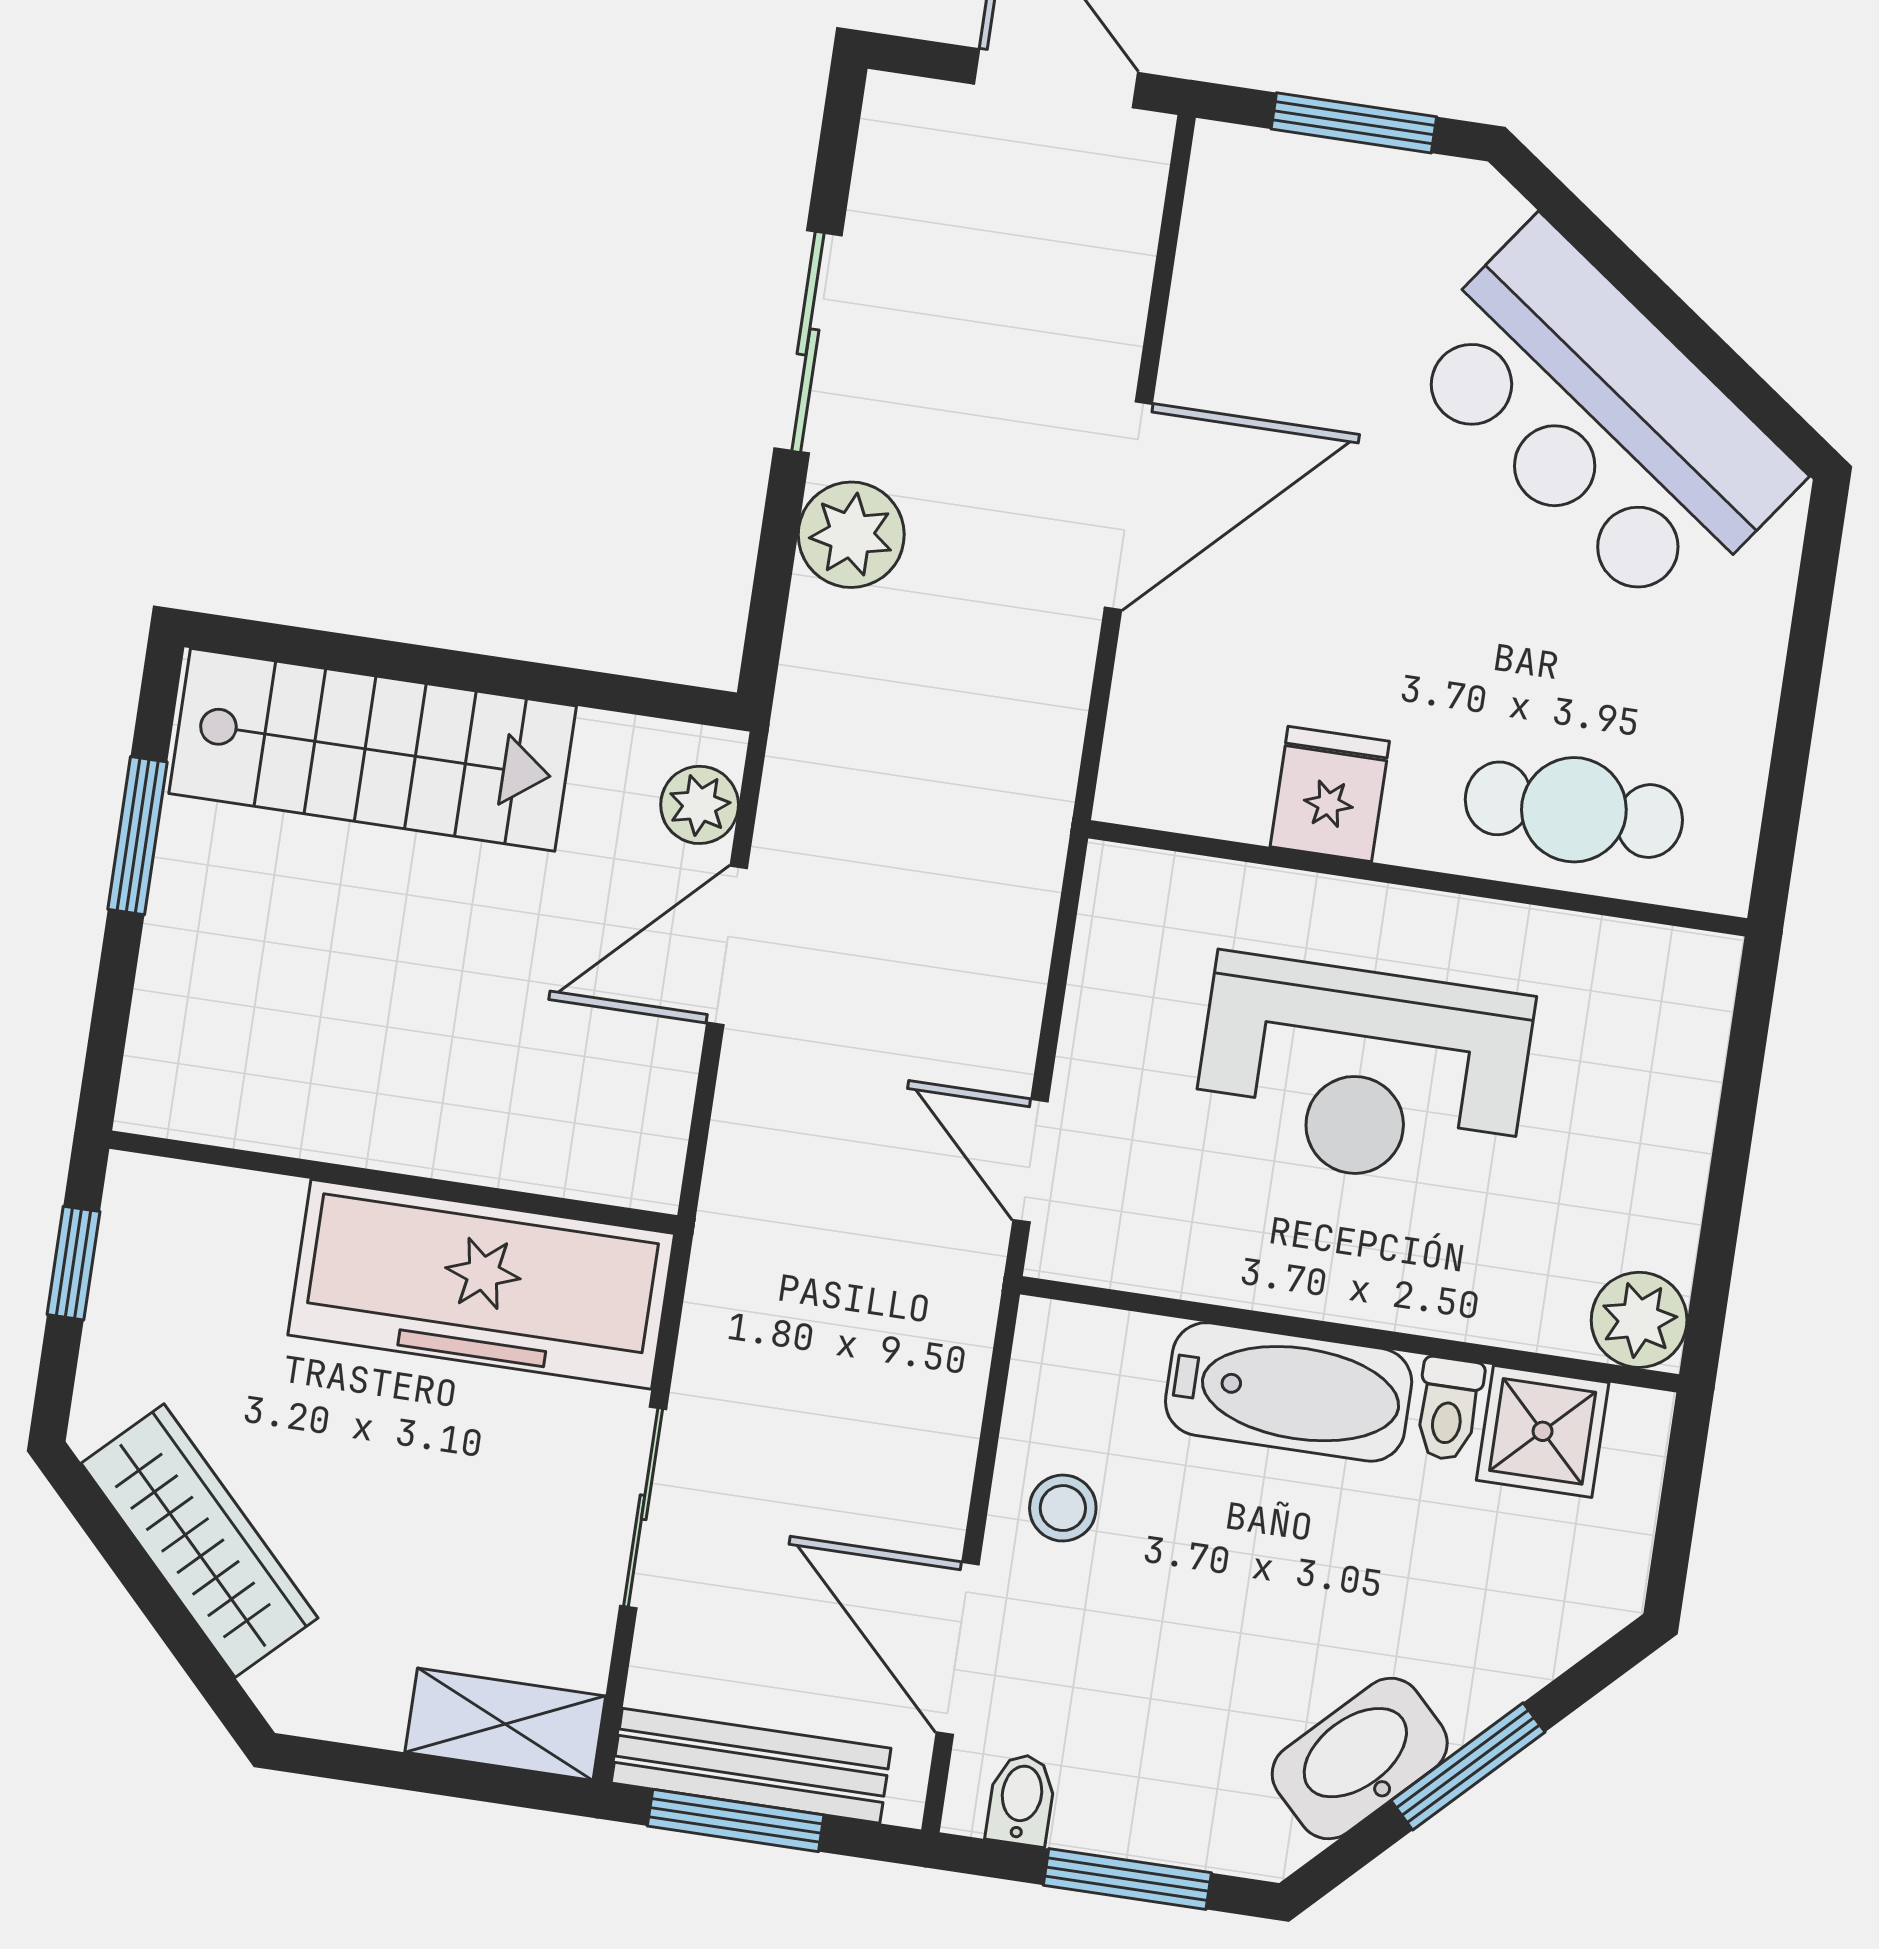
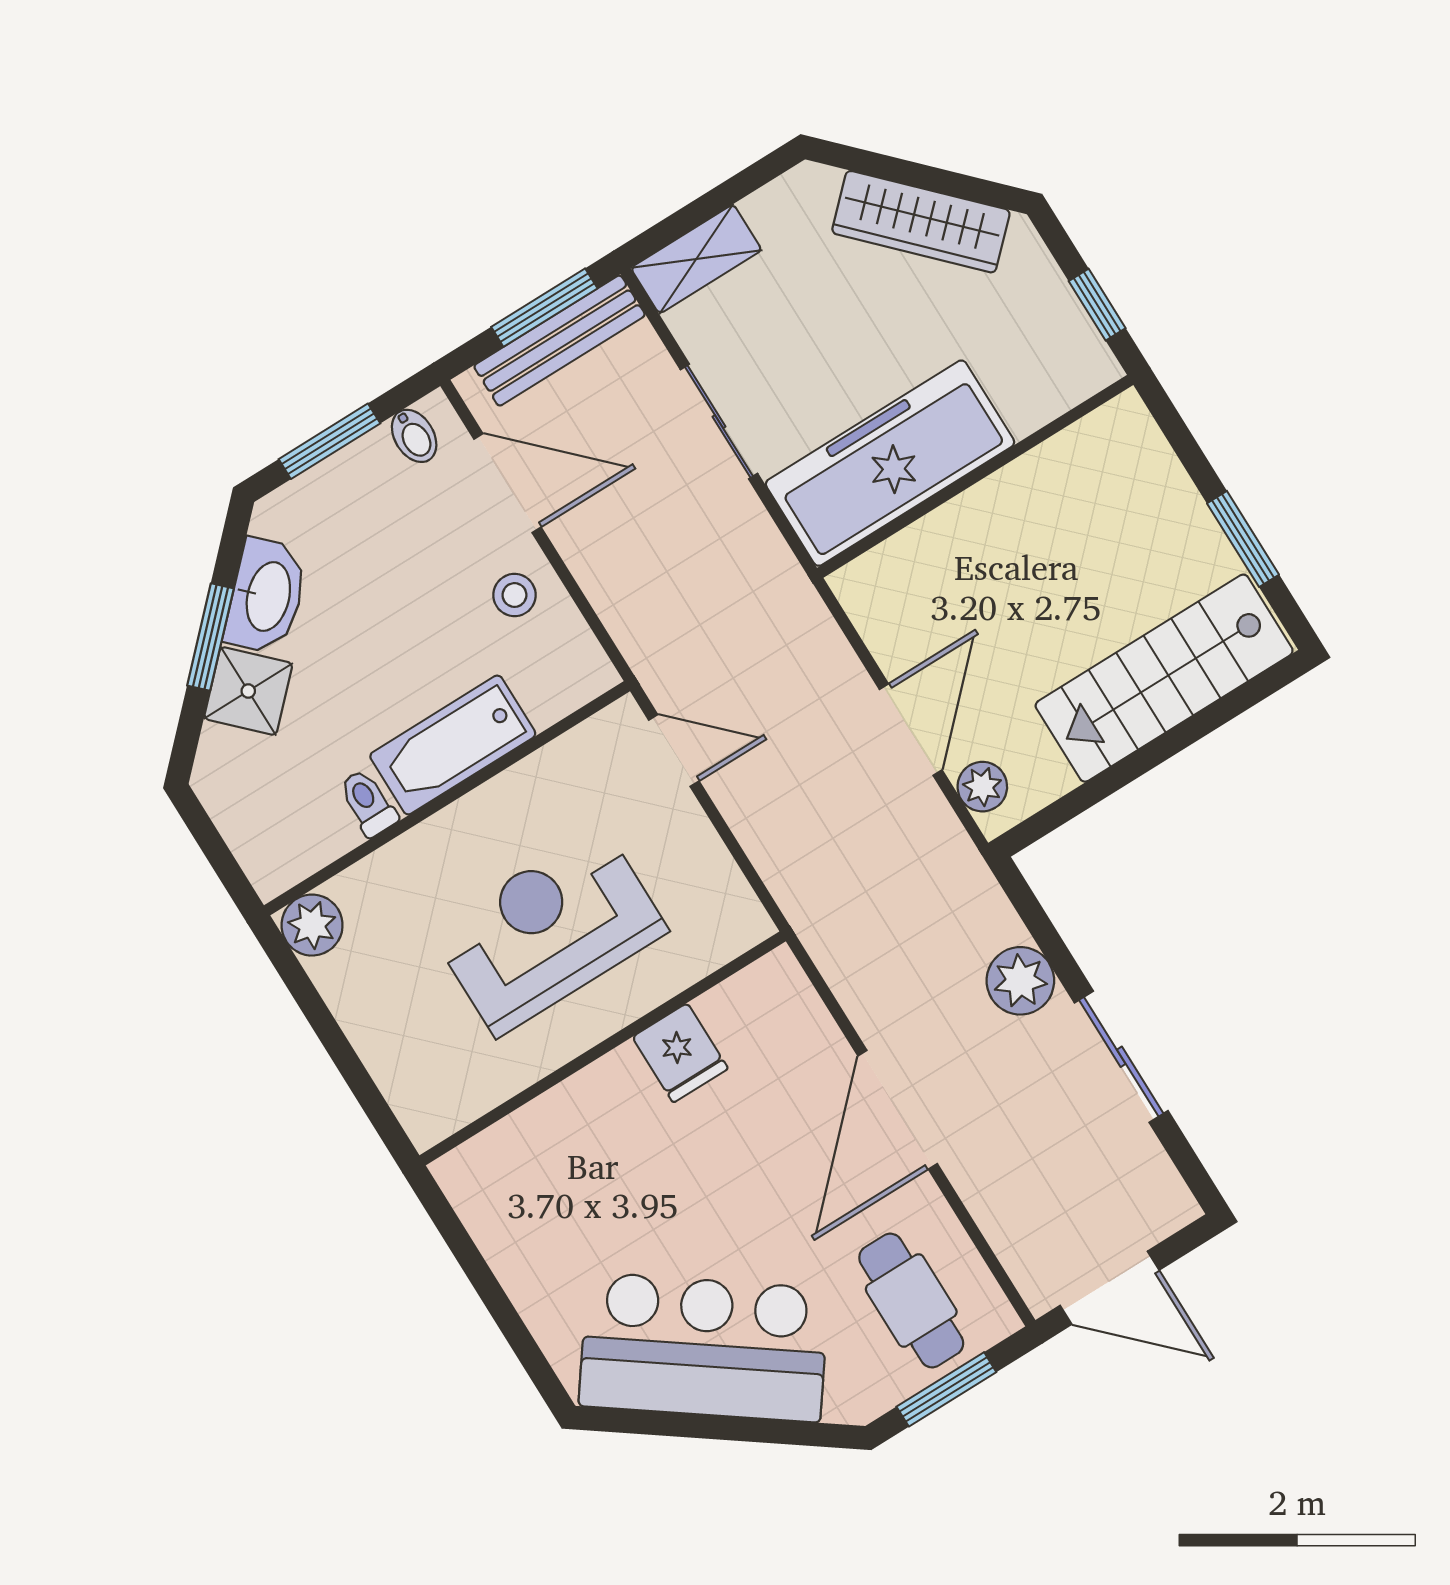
cafe table: (1574, 810) -> (911, 1301), moved, turned 90
shower: (1543, 1431) -> (248, 691), moved, turned 45

